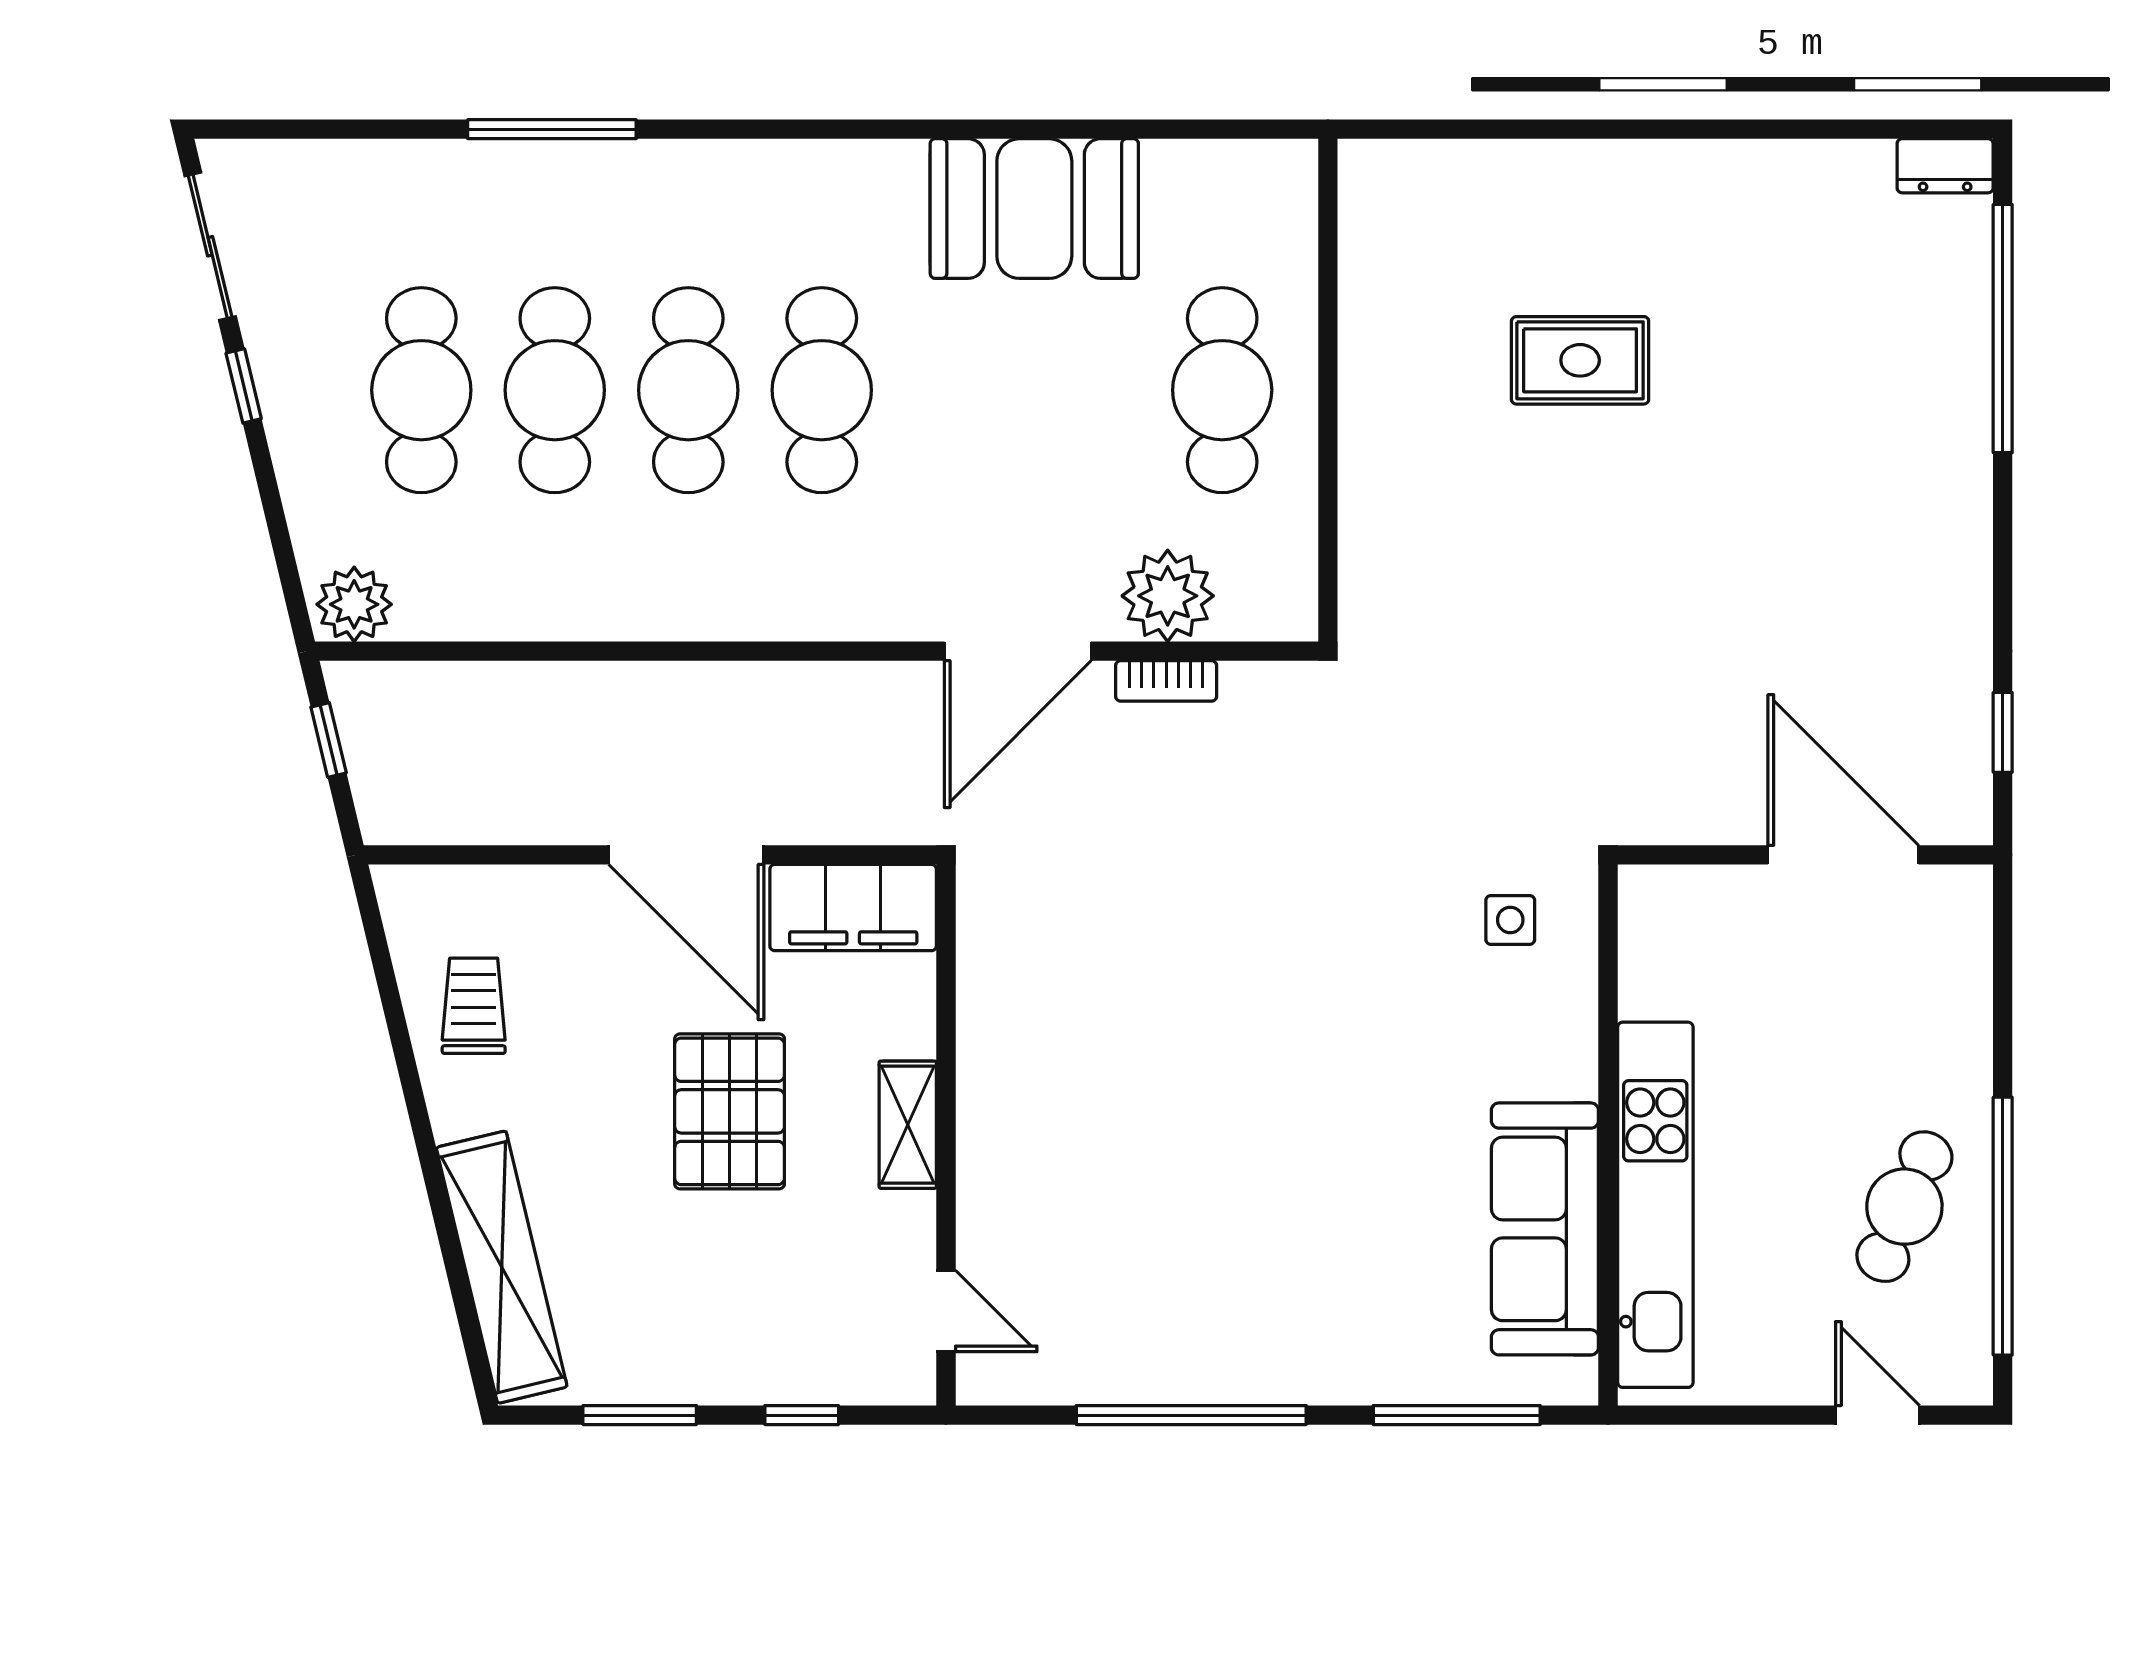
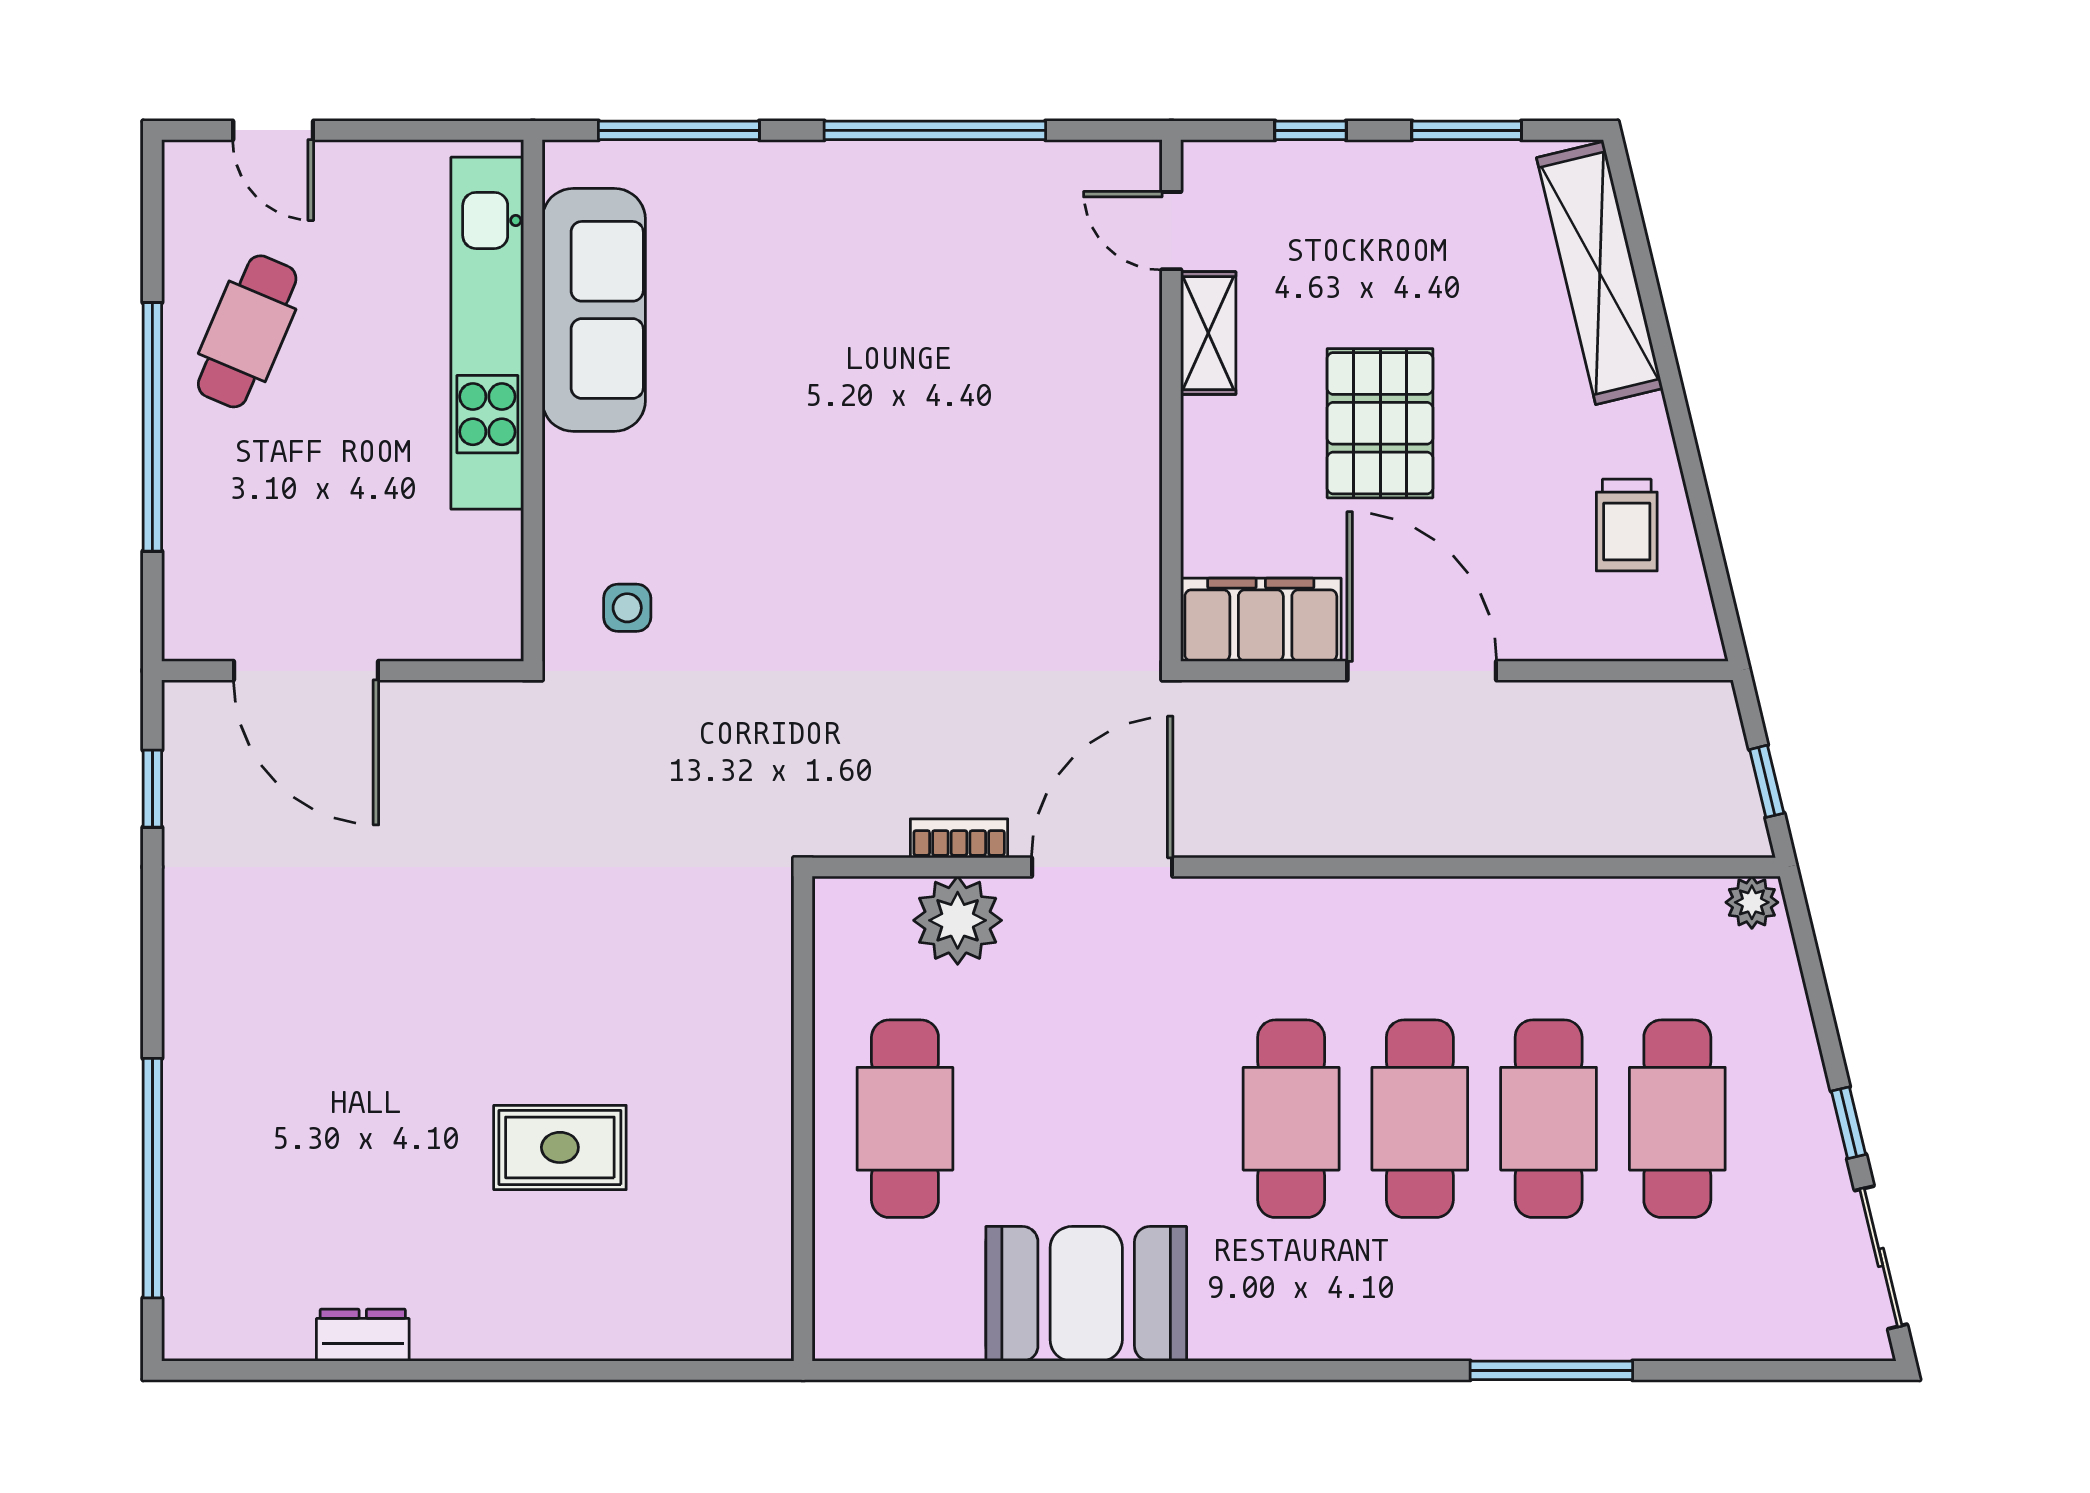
dresser: (1945, 166) -> (363, 1335), moved
plant: (354, 604) -> (1752, 902), width x0.73, depth x0.73
shelving: (908, 1125) -> (1208, 333), moved
window: (2003, 1226) -> (152, 427), moved

